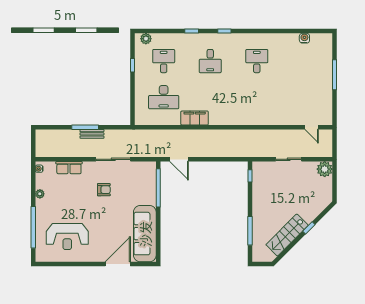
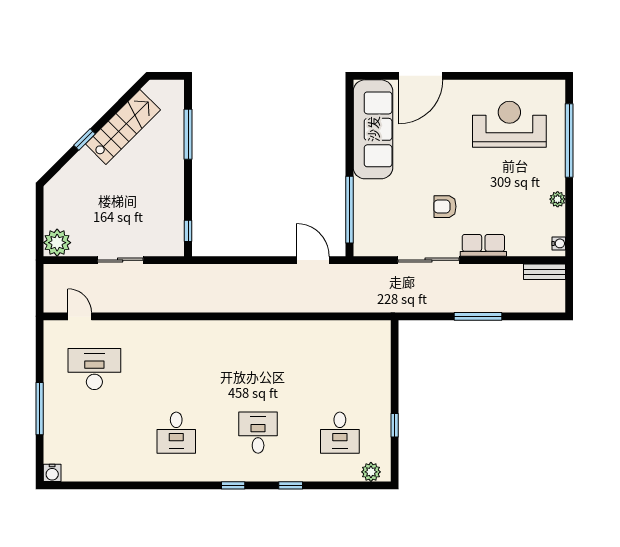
water cooler: (304, 38) -> (52, 473), moved
desk: (164, 97) -> (94, 369), moved
filing cabinet: (195, 118) -> (286, 333), removed
bench: (92, 134) -> (545, 272), moved
row of seats: (69, 168) -> (483, 245), moved

